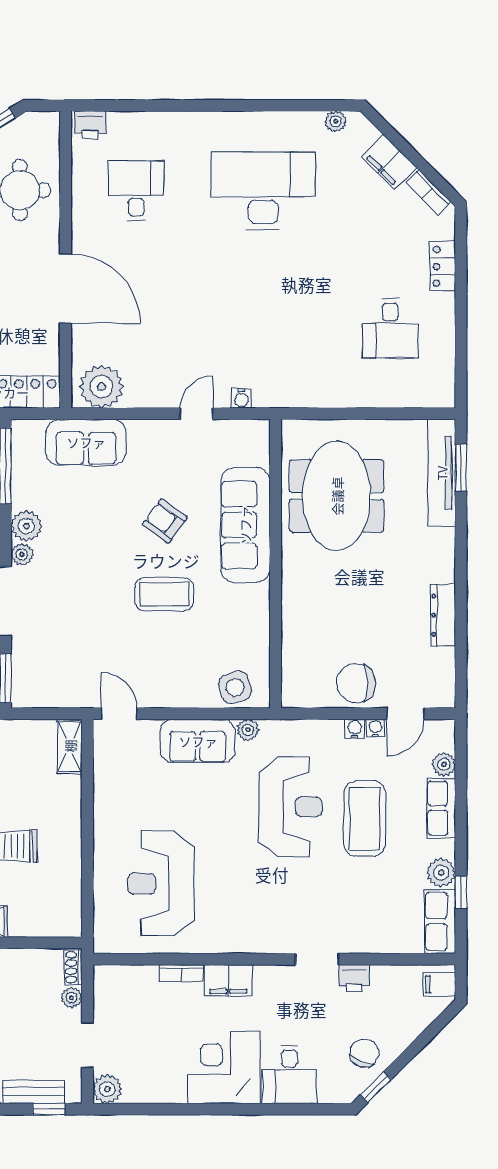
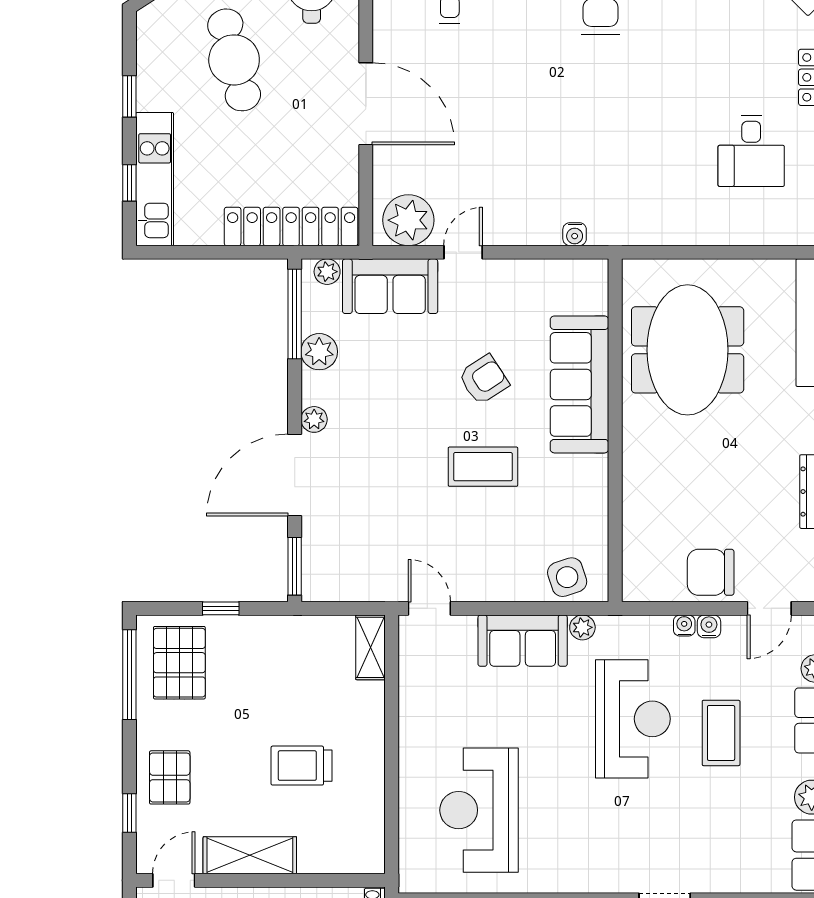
door: (197, 414) -> (463, 252), moved
plant: (33, 430) -> (327, 272), added
armchair: (165, 521) -> (484, 380), turned 111
plant: (26, 526) -> (319, 352), moved
water cooler: (375, 728) -> (684, 626), moved
coffee table: (365, 819) -> (721, 733), width x0.73, depth x0.76

